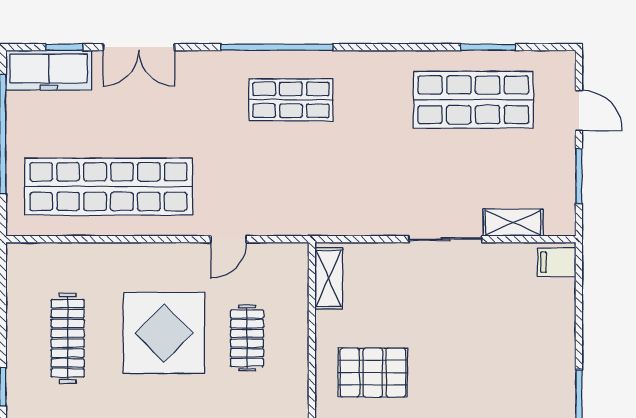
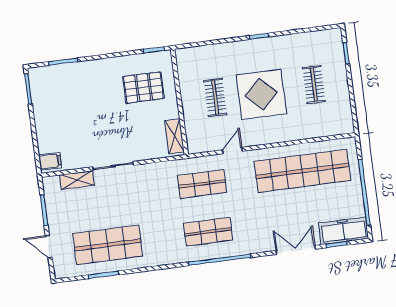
shop shelf: (291, 187) -> (202, 184), added
clothes rail: (68, 338) -> (314, 85), width x0.73

